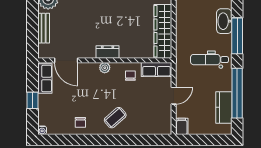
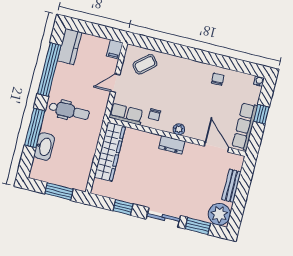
row of seats: (45, 78) -> (245, 126), width x1.48
kitchen counter: (224, 107) -> (70, 47), moved
coffee table: (115, 118) -> (145, 64), moved

